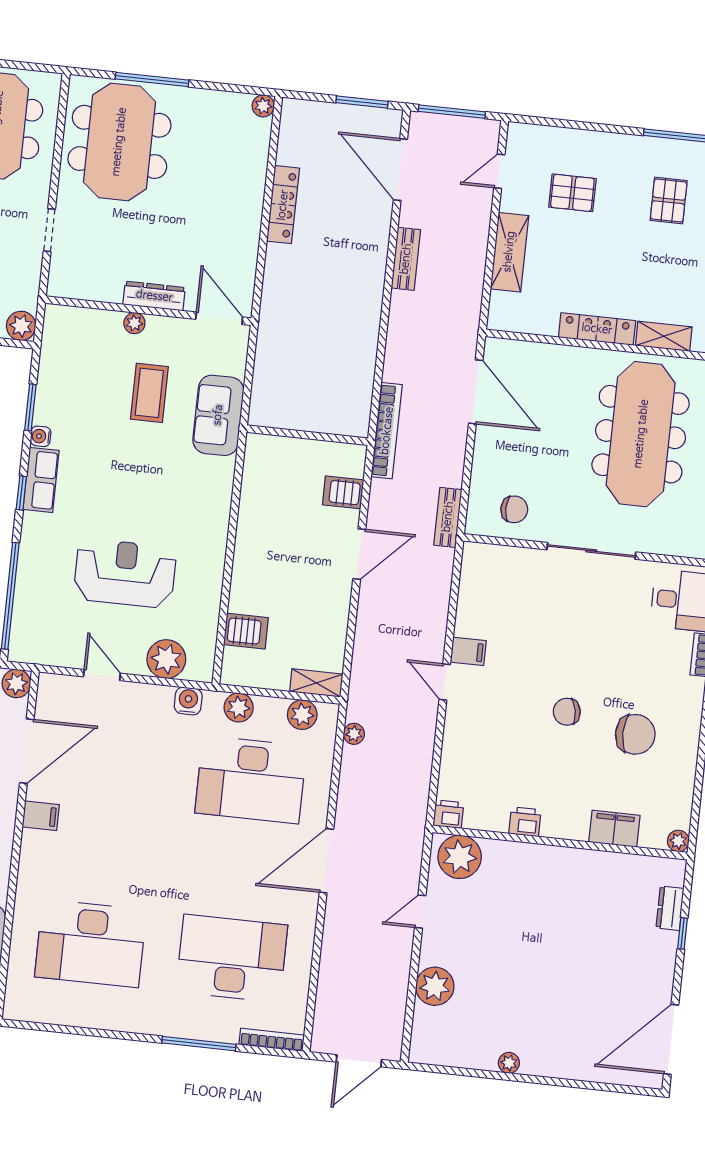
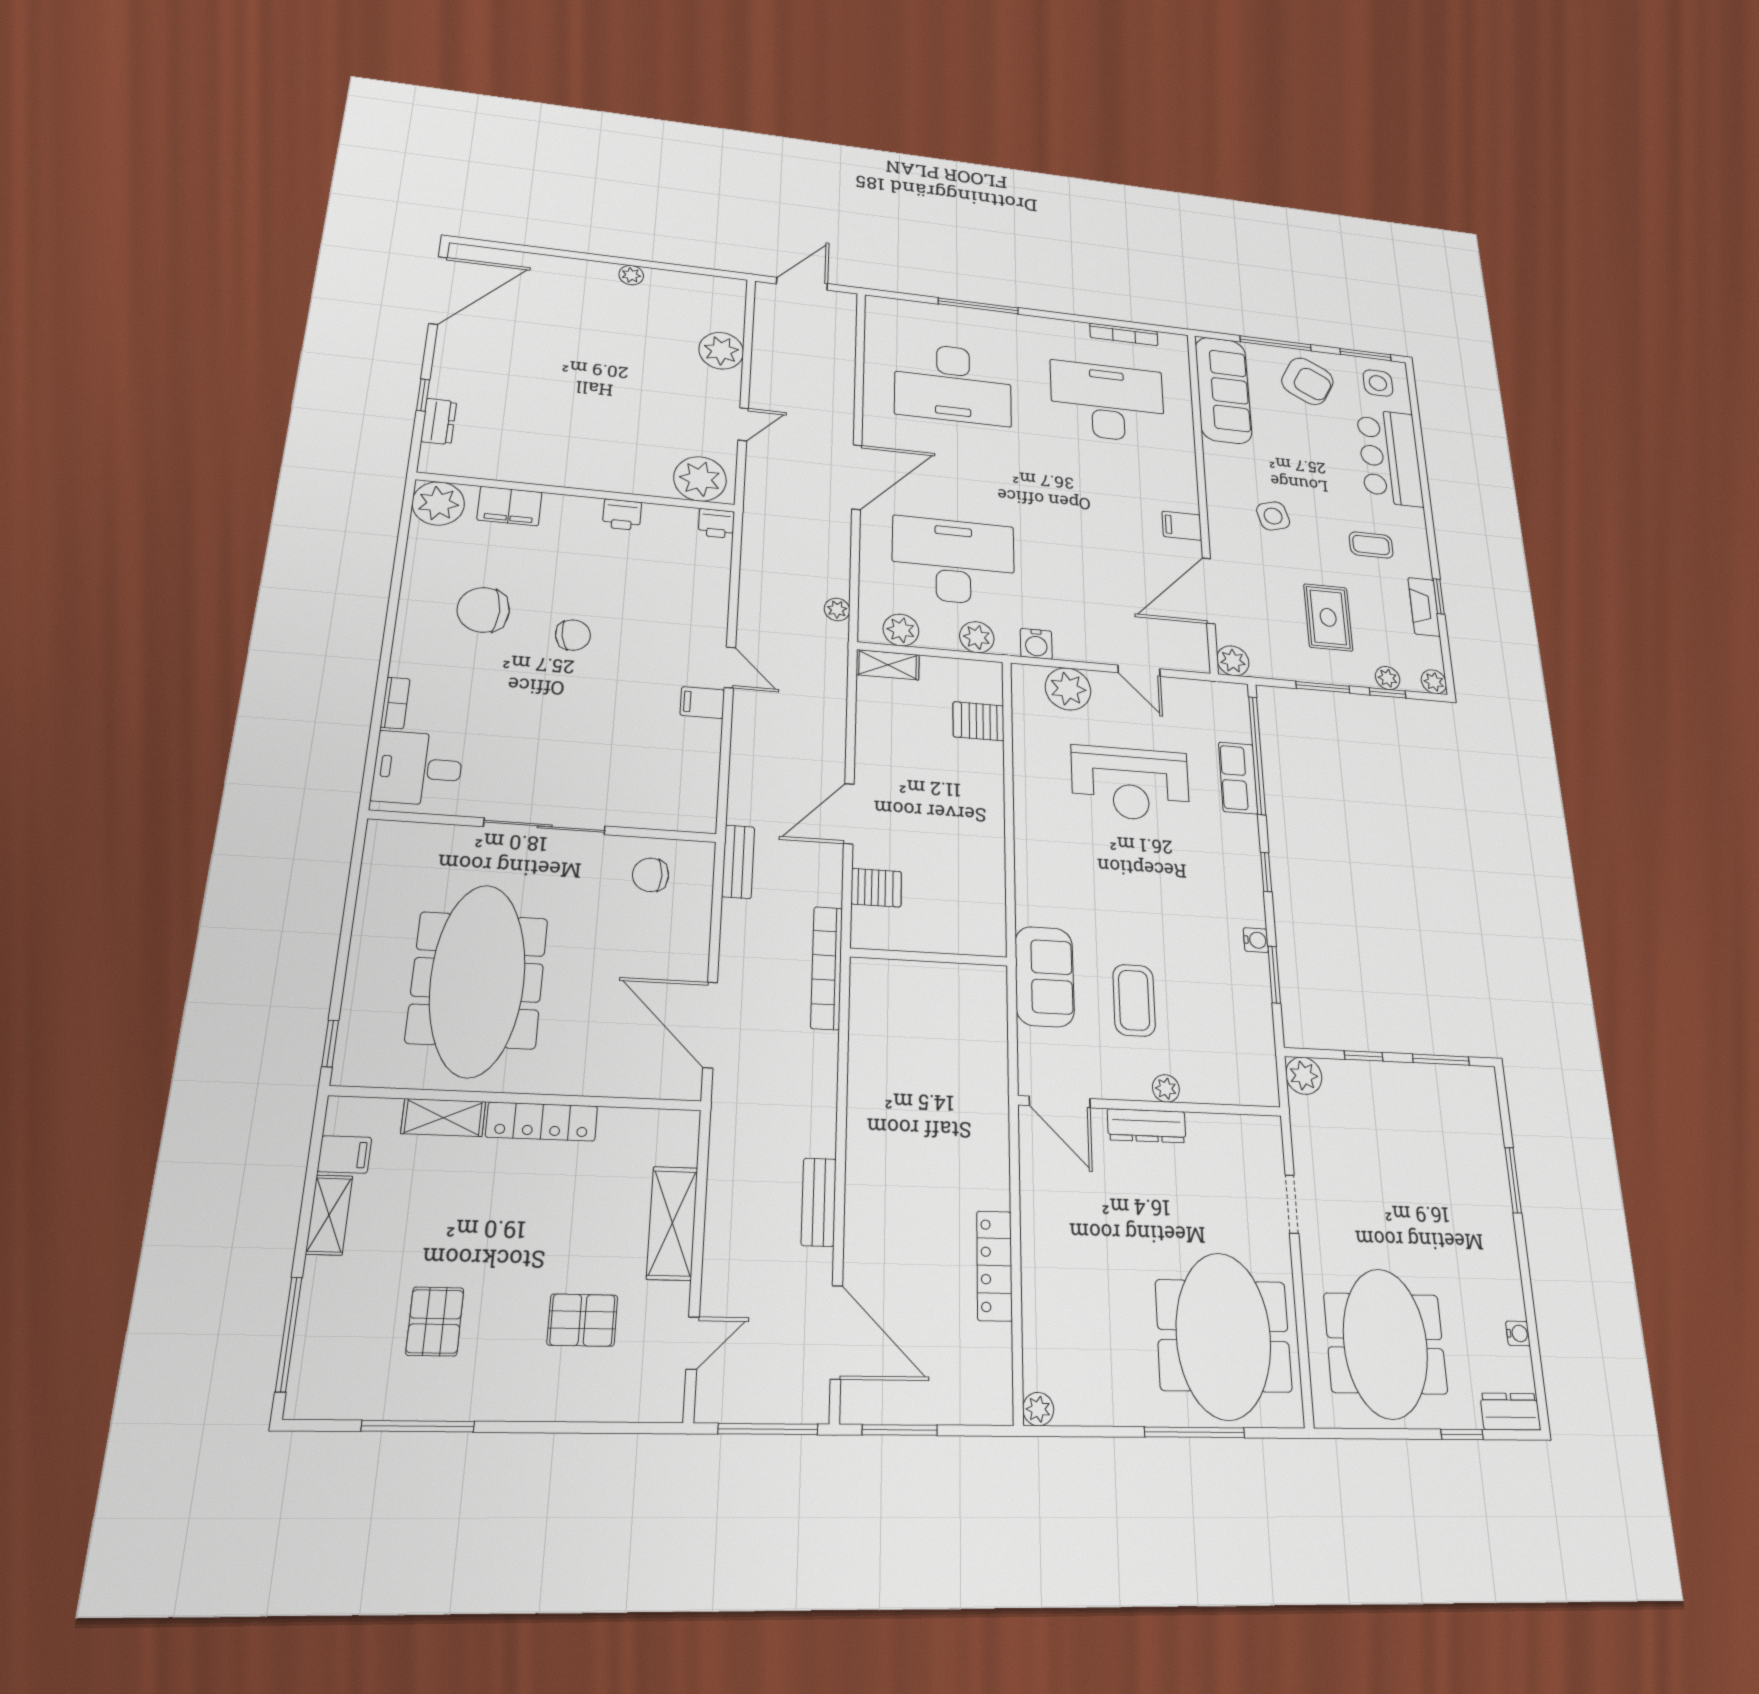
row of seats: (41, 480) -> (1238, 778), moved
plant: (678, 841) -> (438, 503), width x1.87, depth x1.87
bookcase: (272, 1040) -> (1124, 334), moved

